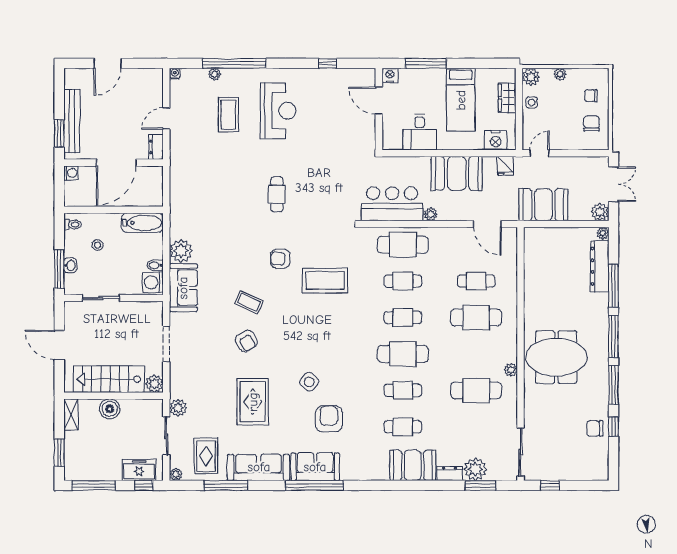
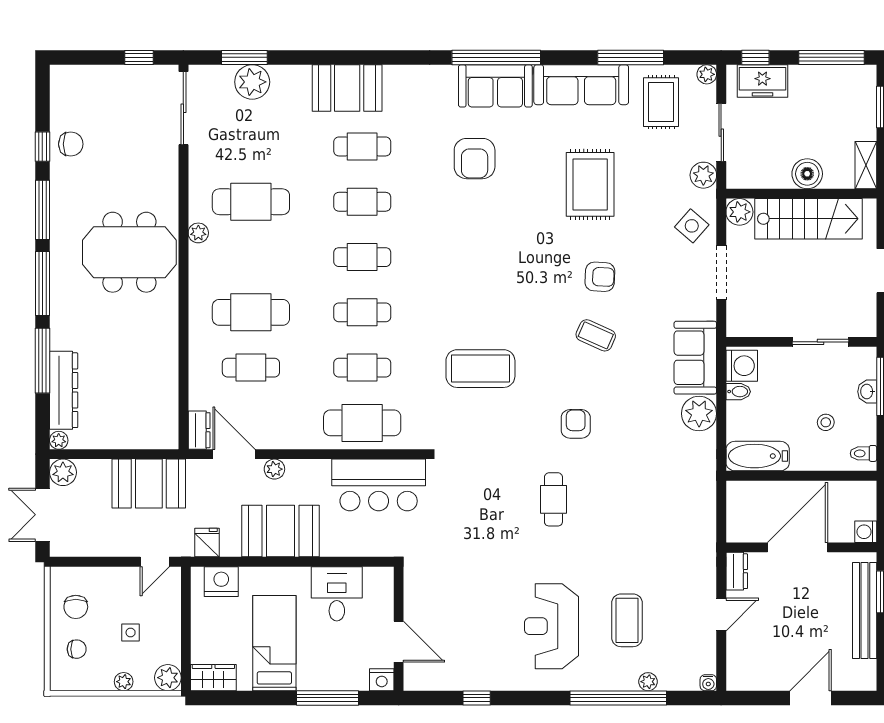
wardrobe: (507, 98) -> (213, 678), moved, turned -90
side table: (532, 102) -> (131, 633), moved
plant: (431, 214) -> (274, 469), moved
armchair: (280, 259) -> (576, 424), moved, turned -90
armchair: (246, 341) -> (600, 277), turned 124
cafe table: (403, 354) -> (362, 257), width x0.73, depth x0.74
side table: (309, 382) -> (692, 226), moved
dresser: (450, 474) -> (199, 430), moved, turned -90

